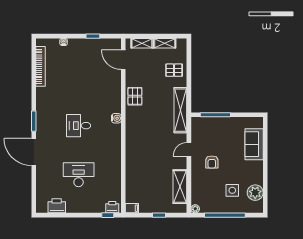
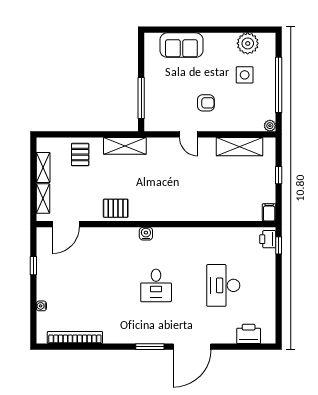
shelving: (180, 110) -> (125, 146), width x0.68
printer: (57, 206) -> (249, 334), moved, turned 90

